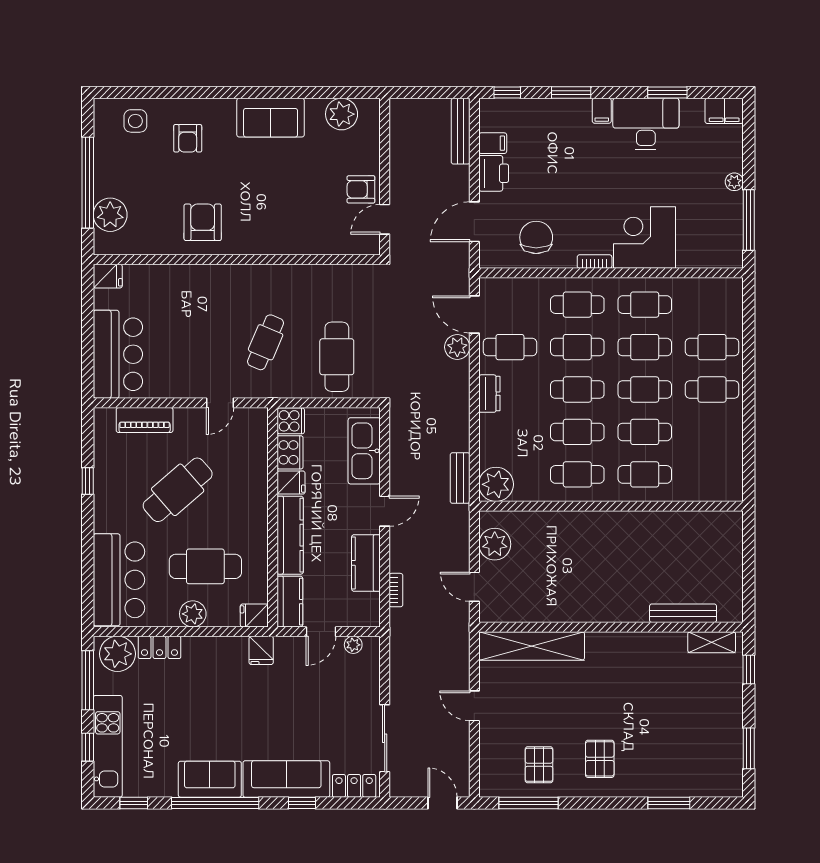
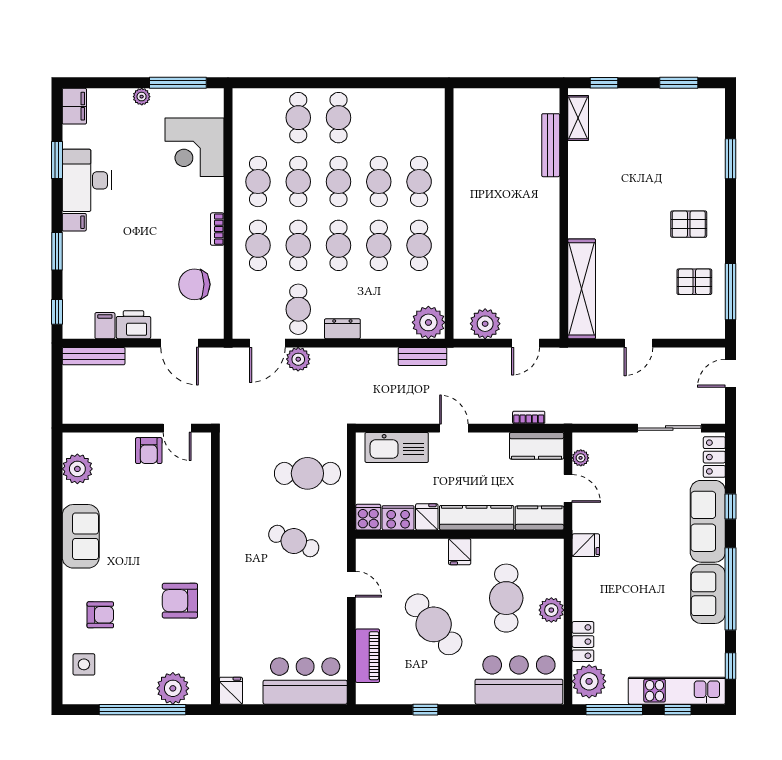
corner desk: (644, 238) -> (194, 147), moved
kitchen counter: (366, 563) -> (537, 446), moved
fridge: (254, 615) -> (460, 552), moved

